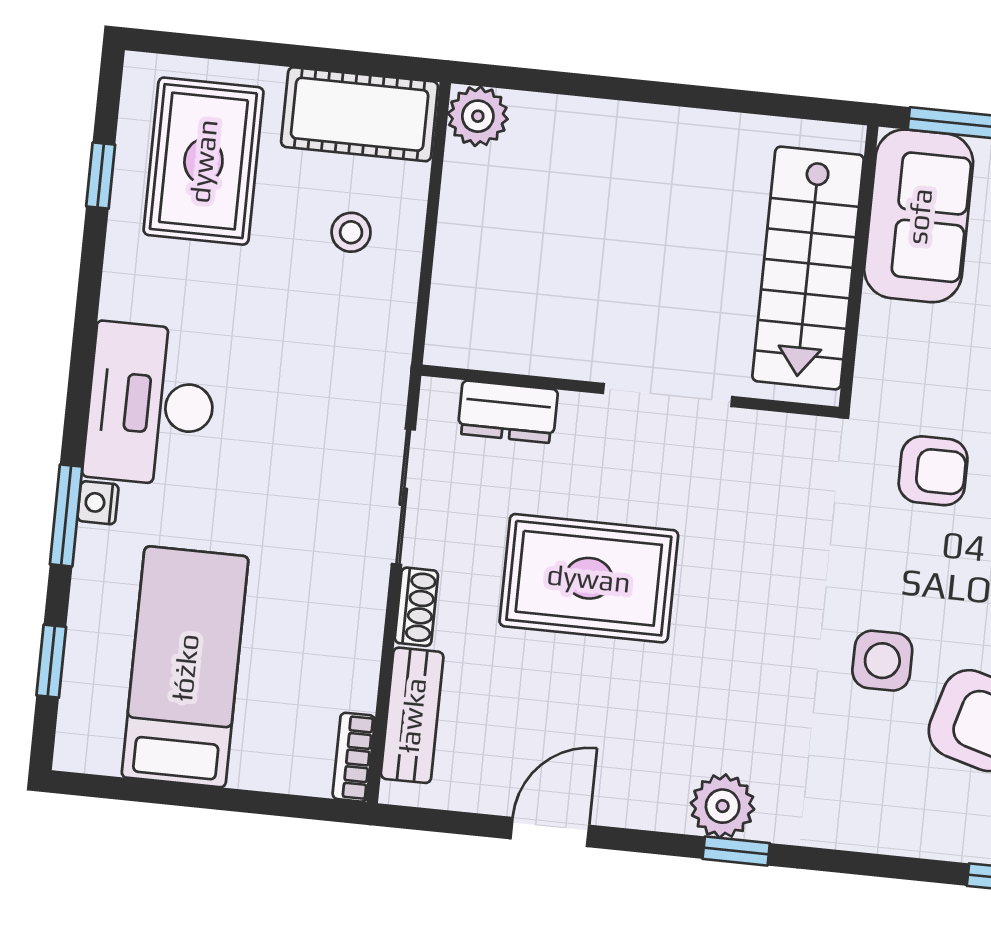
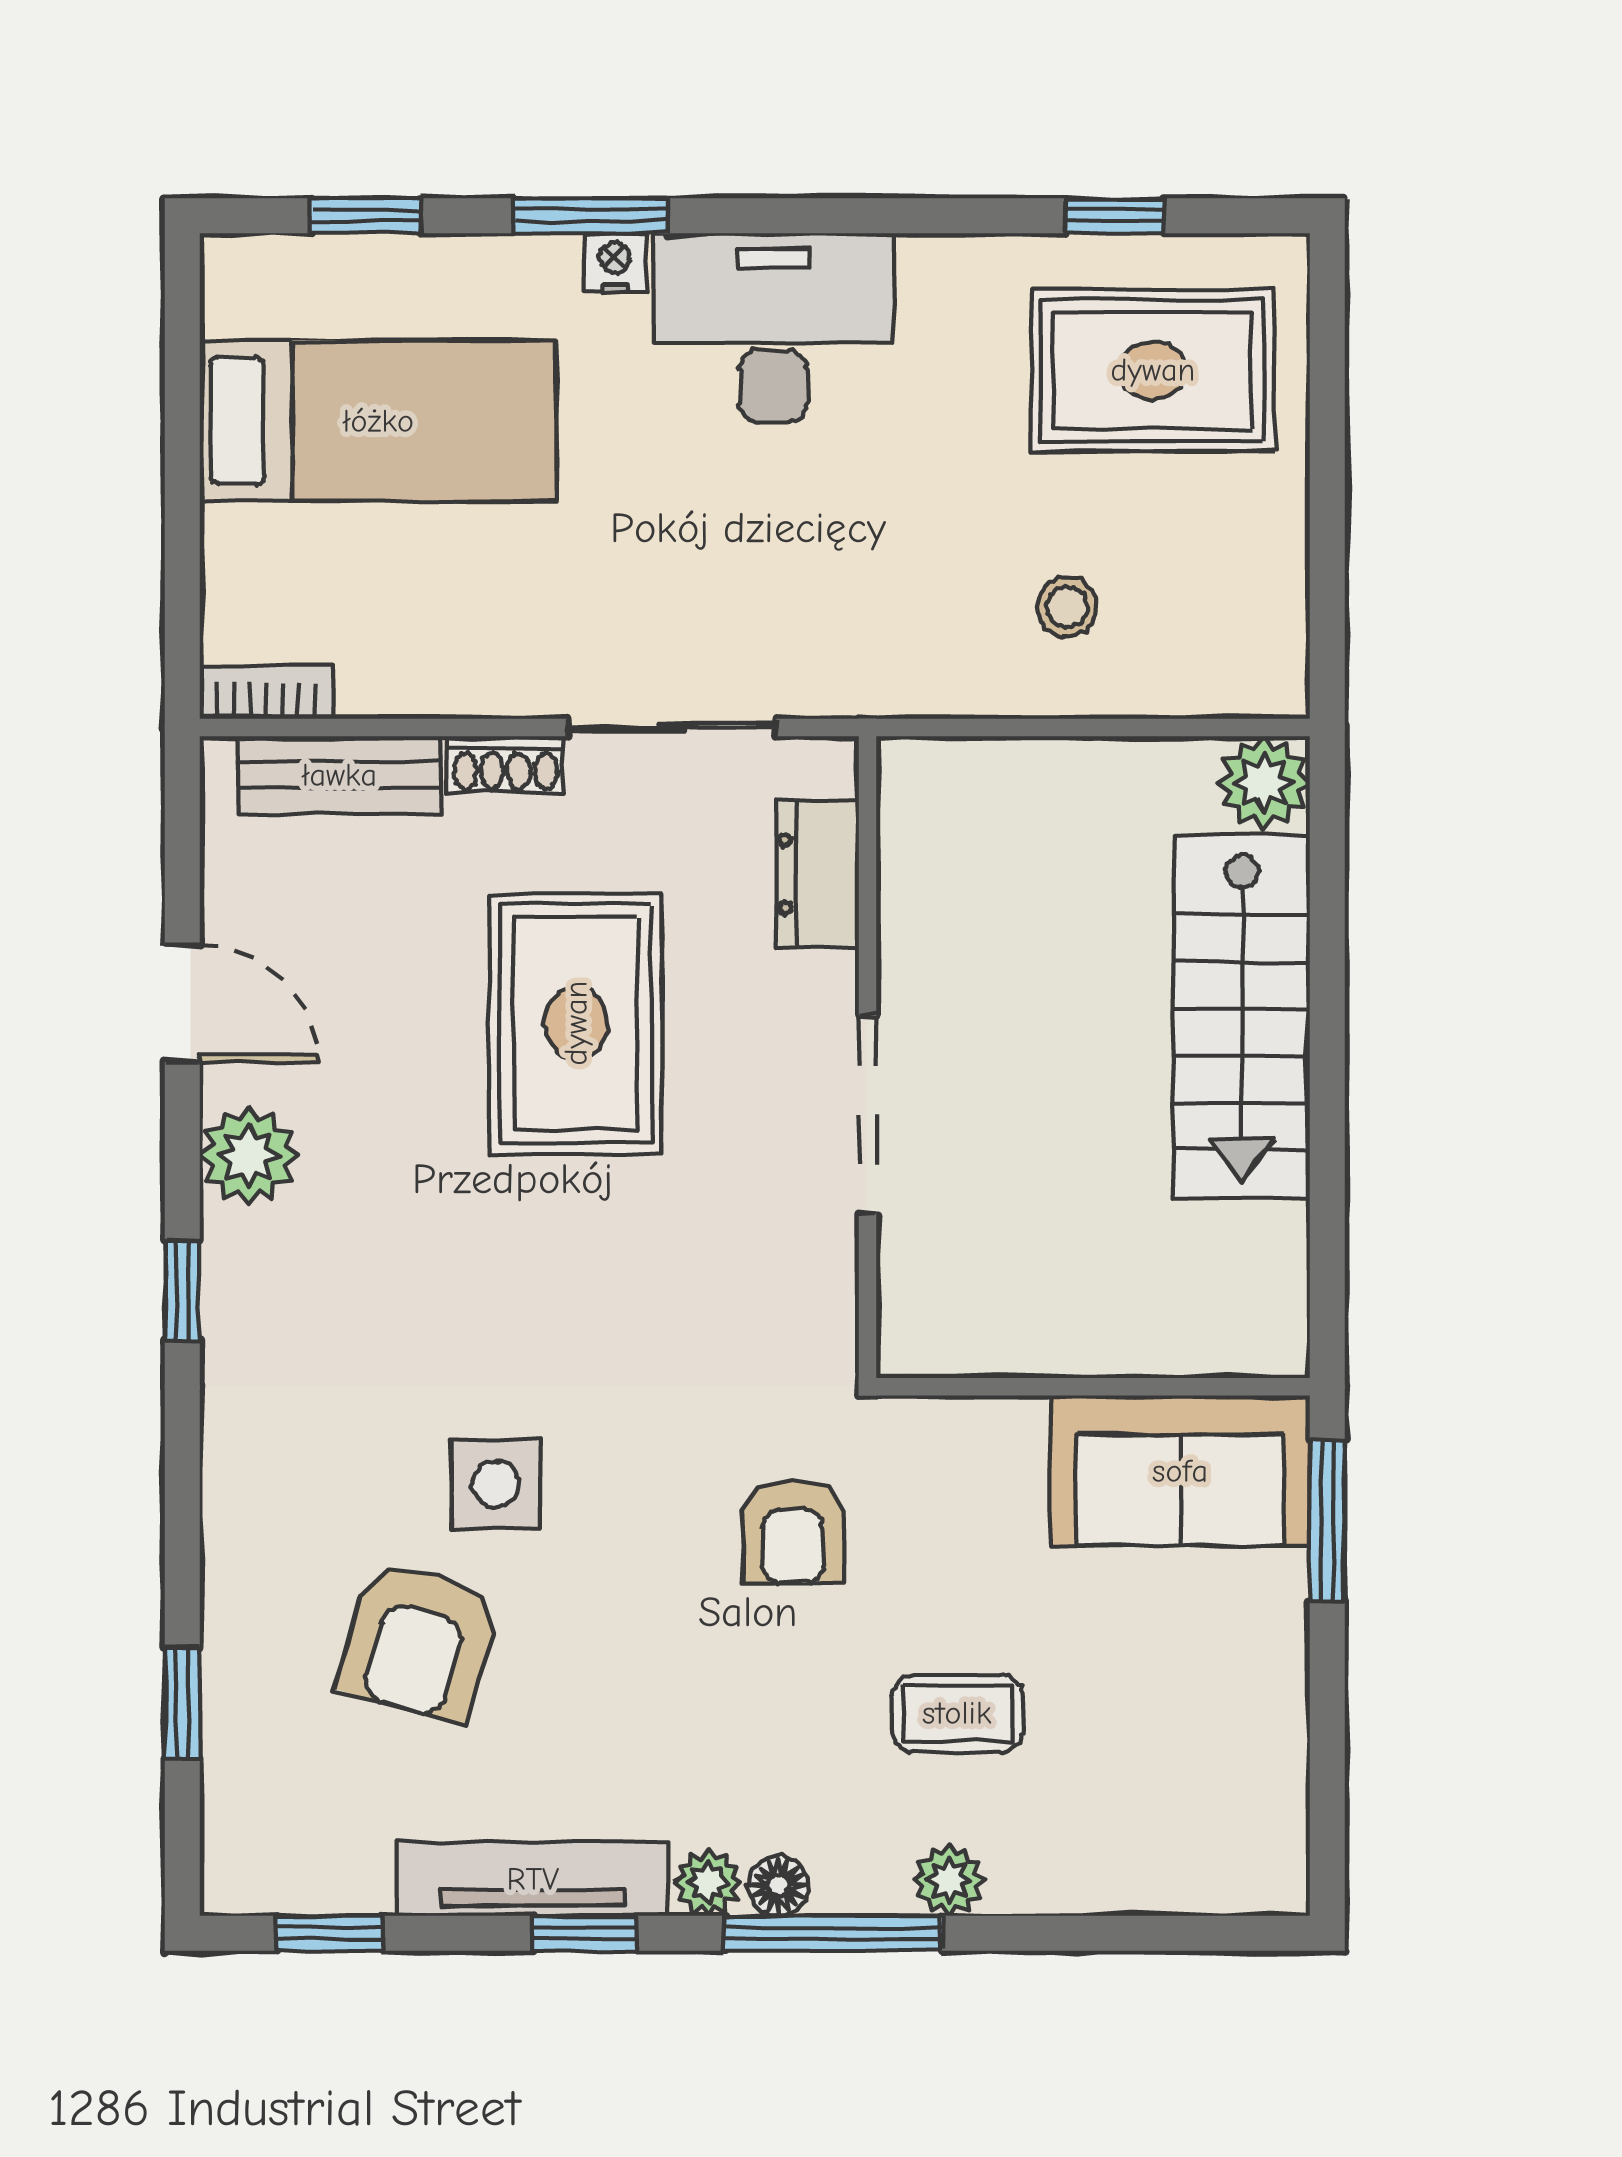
cot: (360, 114) -> (1248, 601), removed
stairs: (808, 268) -> (1242, 1016), moved, turned -90
plant: (723, 806) -> (249, 1156), moved

